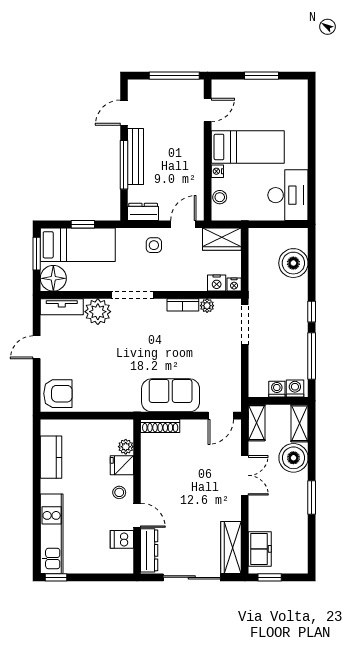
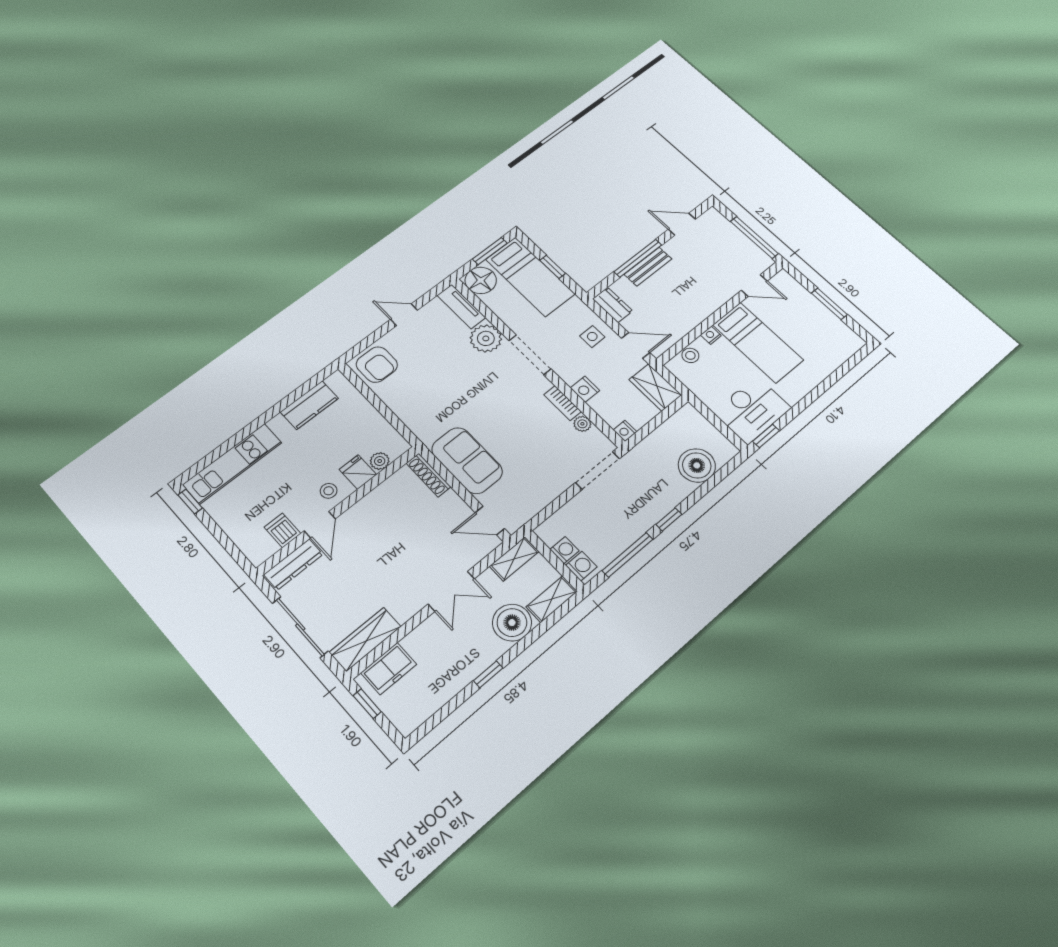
bench: (136, 156) -> (648, 267), width x0.73
window: (312, 203) -> (766, 436), added
nightstand: (217, 283) -> (585, 389), moved
window: (312, 497) -> (488, 674), width x0.67

